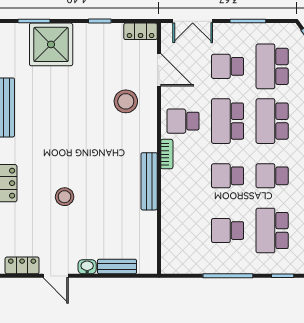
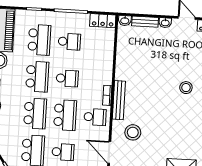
school desk: (272, 176) -> (37, 77), width x1.85
bench: (149, 181) -> (119, 100), moved
stool: (65, 197) -> (186, 88), moved
locker: (180, 264) -> (103, 21), added
washbasin: (147, 266) -> (125, 21), added

